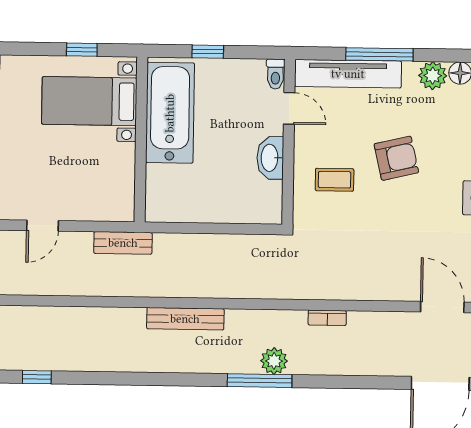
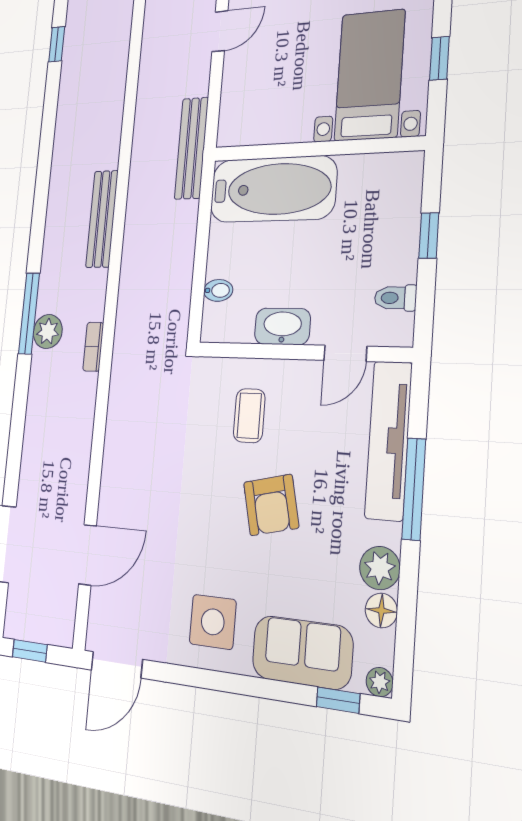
toilet: (275, 74) -> (395, 298), moved
bathtub: (170, 113) -> (273, 189), moved
bidet: (243, 212) -> (218, 290), added
door: (43, 226) -> (220, 31), swing flipped
bench: (123, 243) -> (191, 148), width x1.36
bookcase: (327, 318) -> (93, 347), moved

